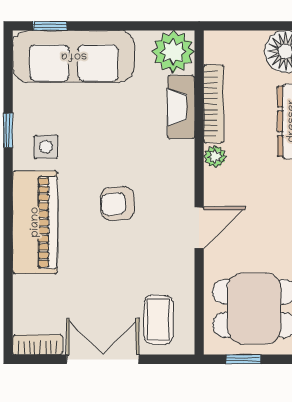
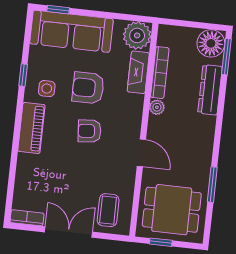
armchair: (108, 139) -> (88, 88), added
piano: (35, 222) -> (31, 128), width x0.73, depth x0.75
door: (199, 228) -> (141, 153), hinge flipped

